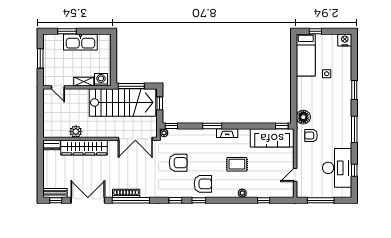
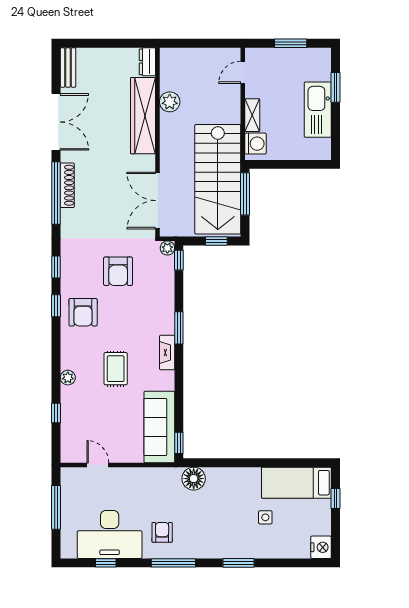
armchair: (311, 136) -> (162, 532), moved
window: (56, 200) -> (56, 69), removed

